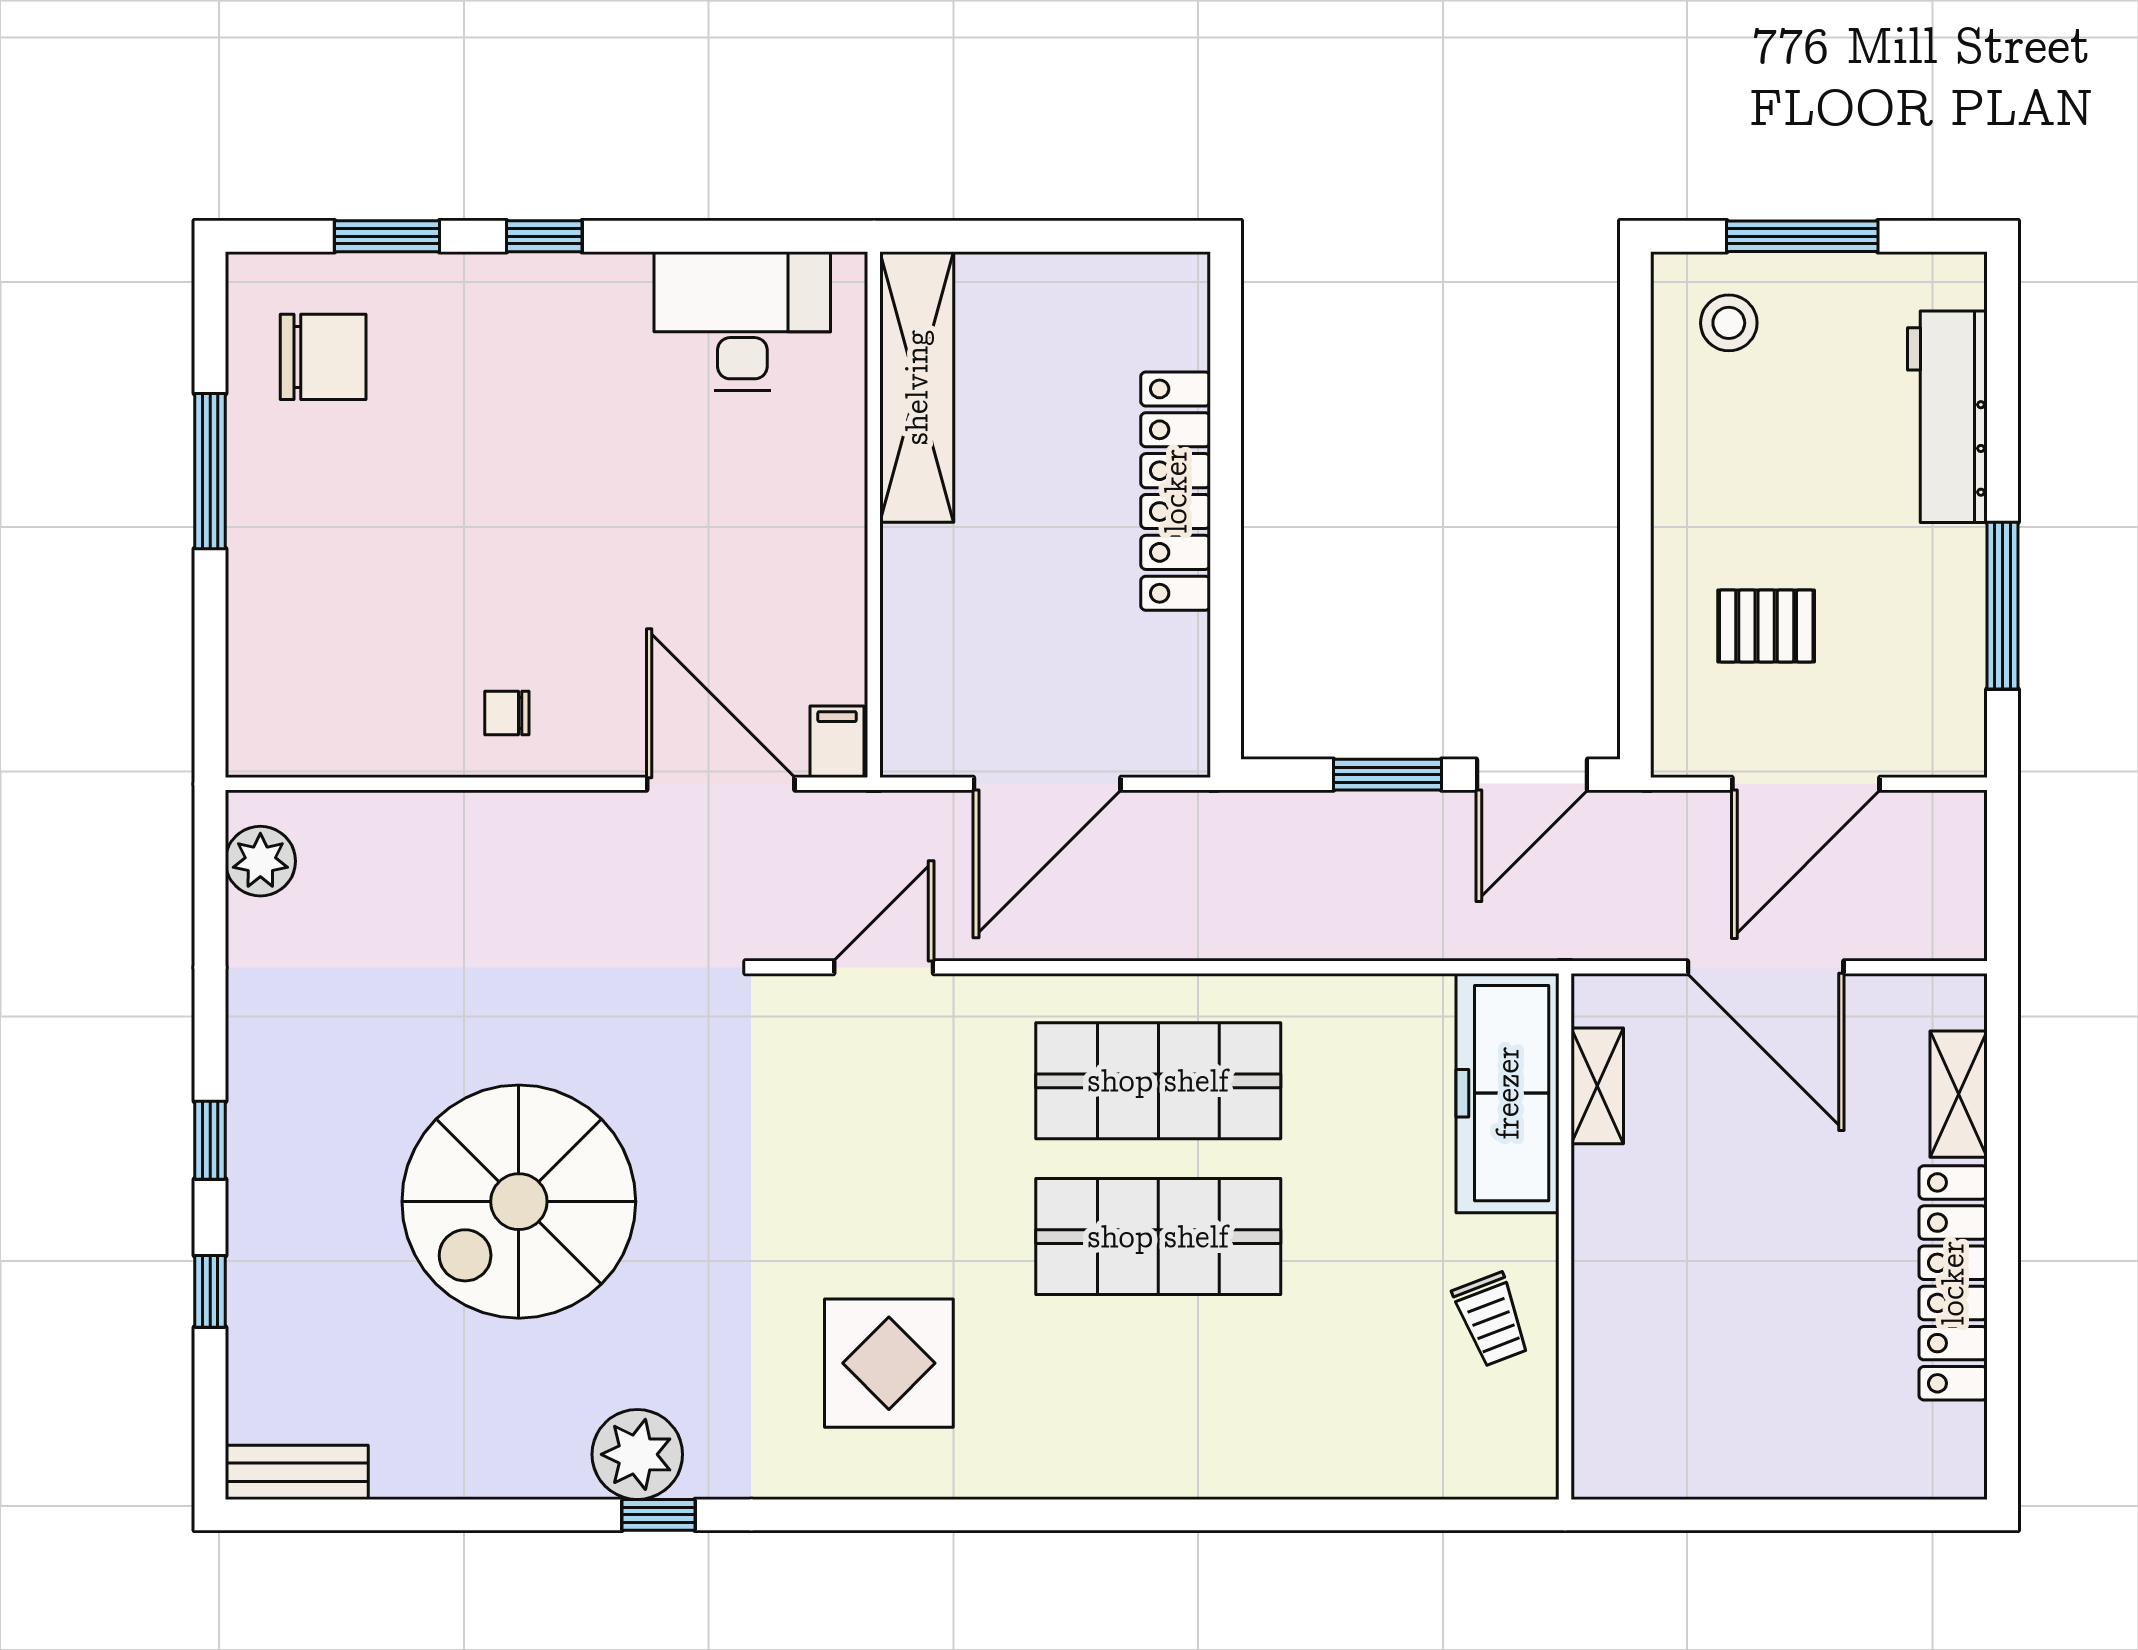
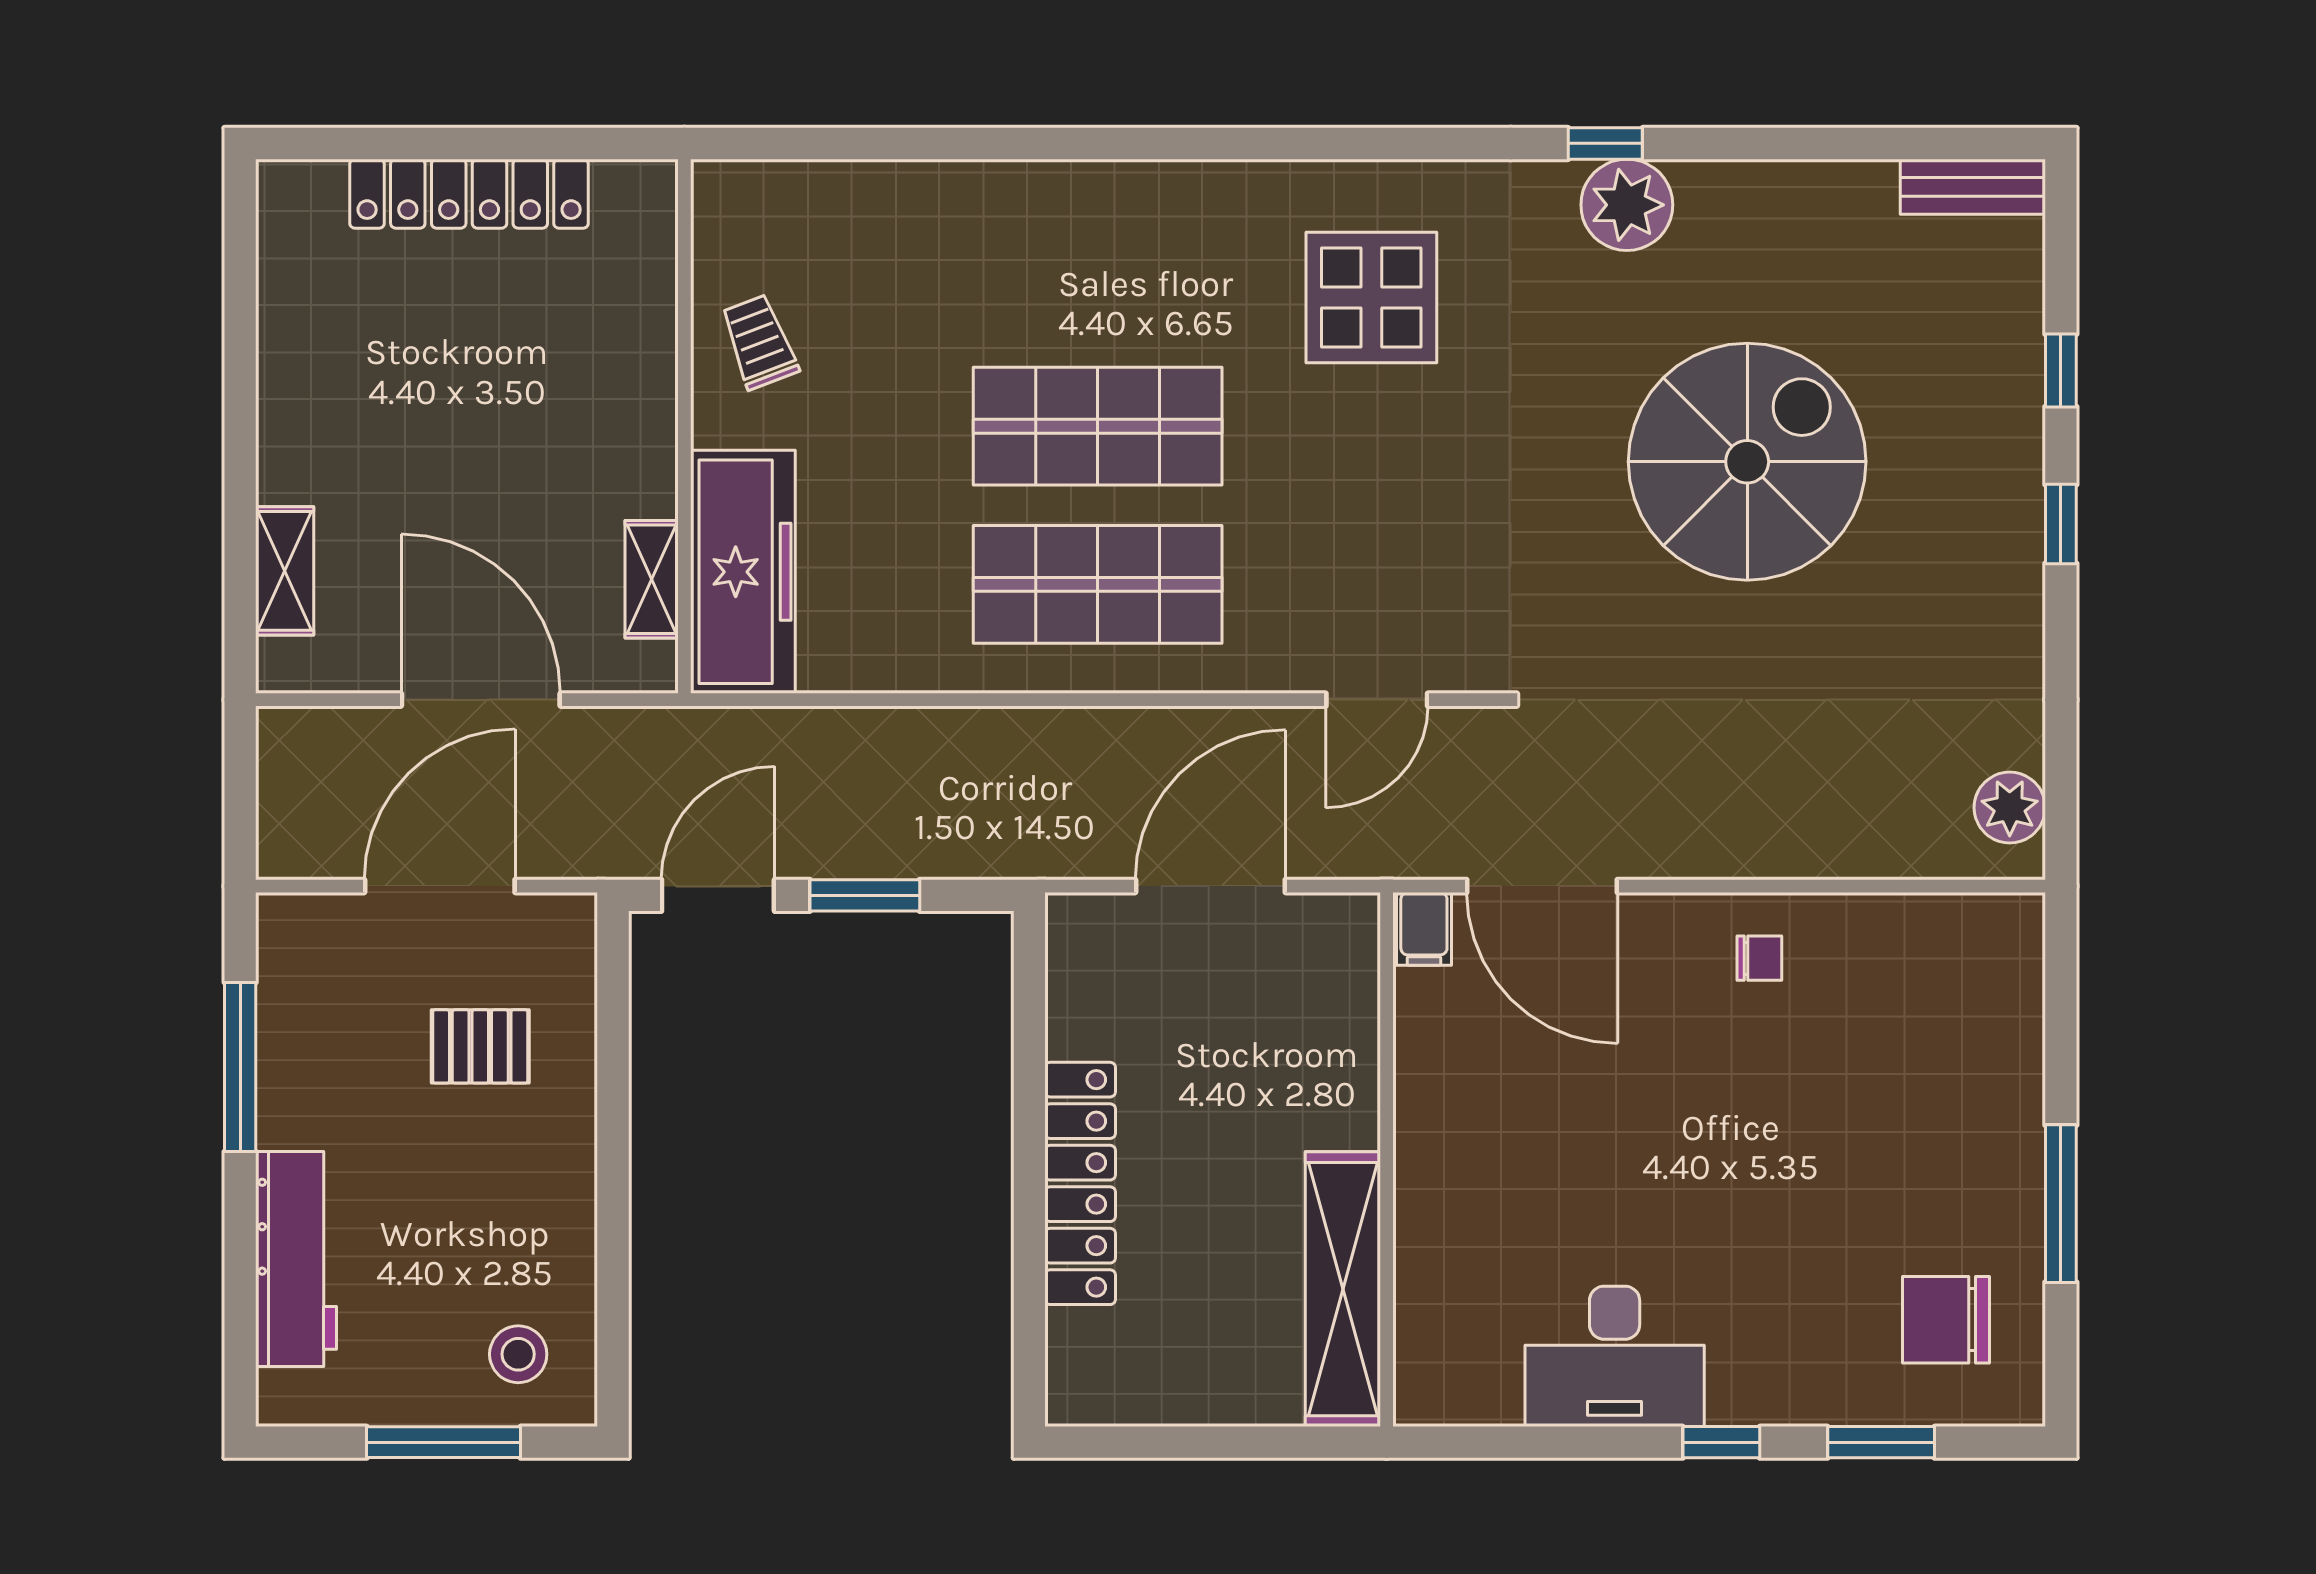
desk: (742, 321) -> (1615, 1356), moved
locker: (1953, 1283) -> (469, 194), moved, turned 90

